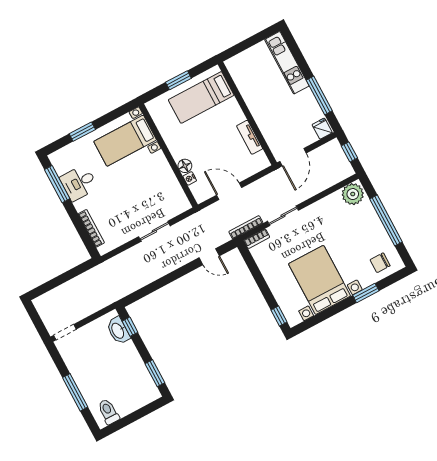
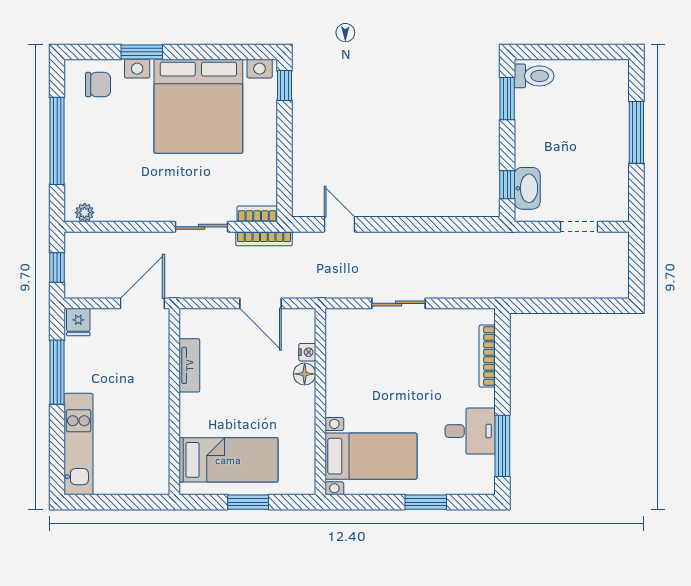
plant: (353, 194) -> (85, 213), width x0.53, depth x0.53
bed with nightstands: (320, 280) -> (198, 106), width x1.36
doorway: (65, 332) -> (579, 227), moved
toilet: (108, 412) -> (534, 76), moved, turned -90

